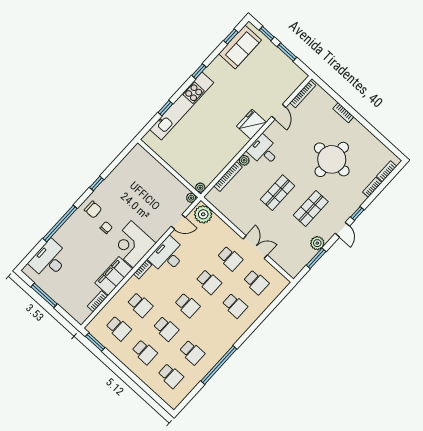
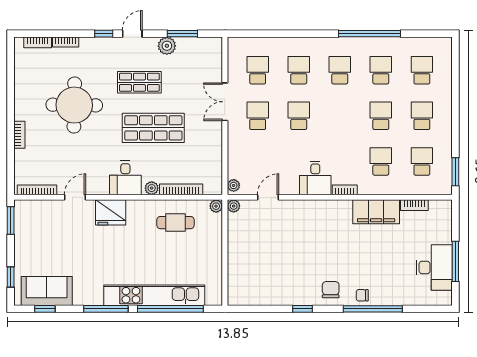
window: (287, 52) -> (11, 220), moved
window: (199, 71) -> (106, 309), width x2.17
window: (165, 108) -> (170, 309), width x3.17
cafe table: (212, 156) -> (176, 223), added
shop shelf: (278, 193) -> (153, 128), width x1.43, depth x1.36
plant: (203, 214) -> (234, 185), width x0.53, depth x0.53
door: (178, 222) -> (268, 197), hinge flipped
chair: (106, 228) -> (362, 295), moved
corner desk: (132, 244) -> (330, 222), removed
desk: (168, 256) -> (315, 178), width x0.73
desk: (49, 260) -> (434, 267), moved, turned -90
school desk: (187, 305) -> (340, 70), moved

